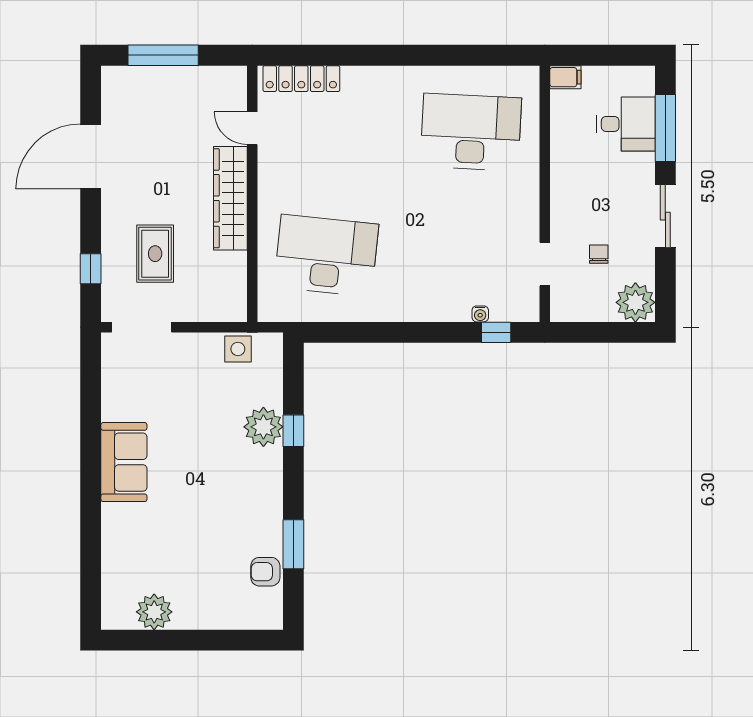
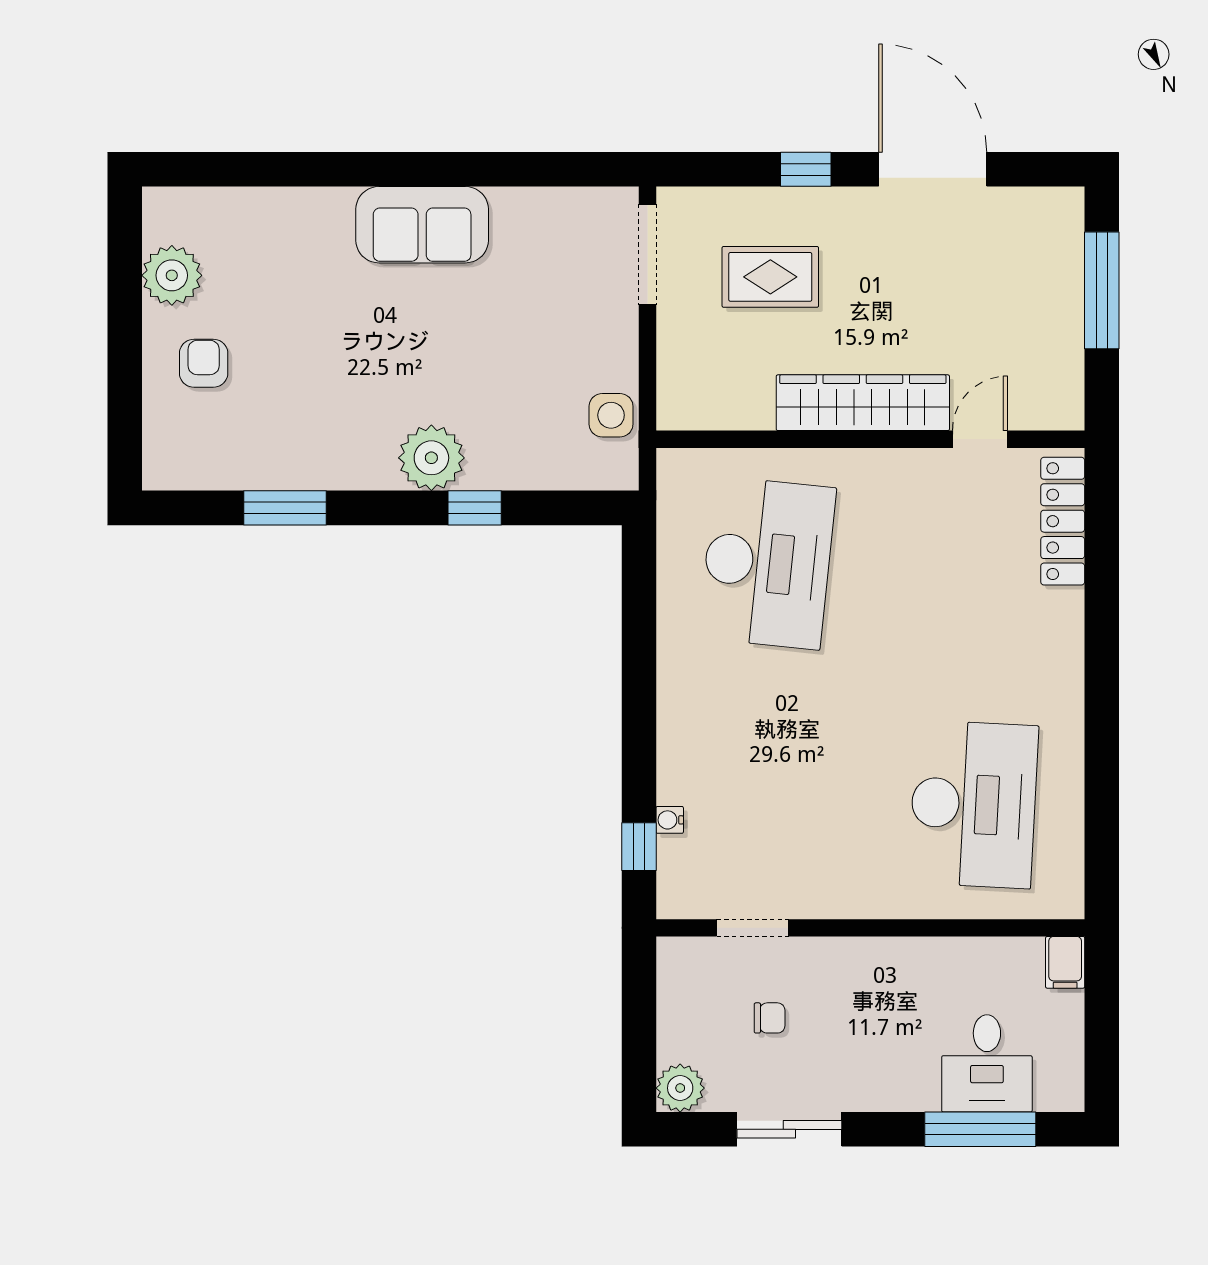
sliding door: (665, 216) -> (789, 1129), moved
window: (91, 269) -> (806, 169), moved
plant: (635, 302) -> (680, 1088), width x0.73, depth x0.73
plant: (263, 427) -> (431, 458), moved
armchair: (265, 572) -> (204, 363), moved

